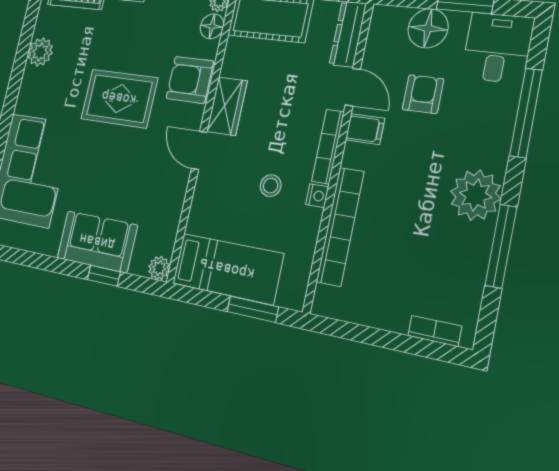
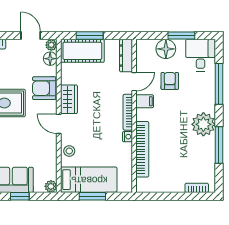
door: (353, 87) -> (134, 82), hinge flipped
stool: (271, 186) -> (69, 151), moved
window: (253, 309) -> (92, 196), moved

